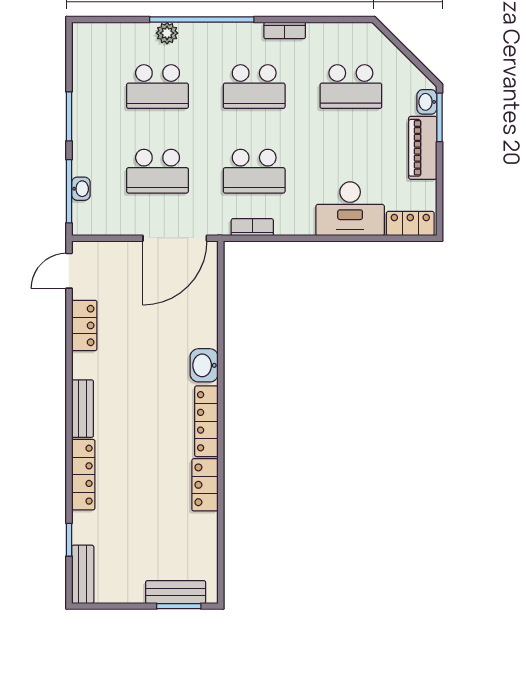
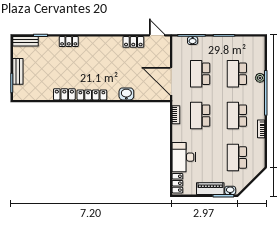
washbasin: (204, 365) -> (126, 94), moved
bench: (82, 409) -> (97, 41), removed
locker: (83, 475) -> (69, 42), width x0.66
bench: (176, 592) -> (18, 71), moved

